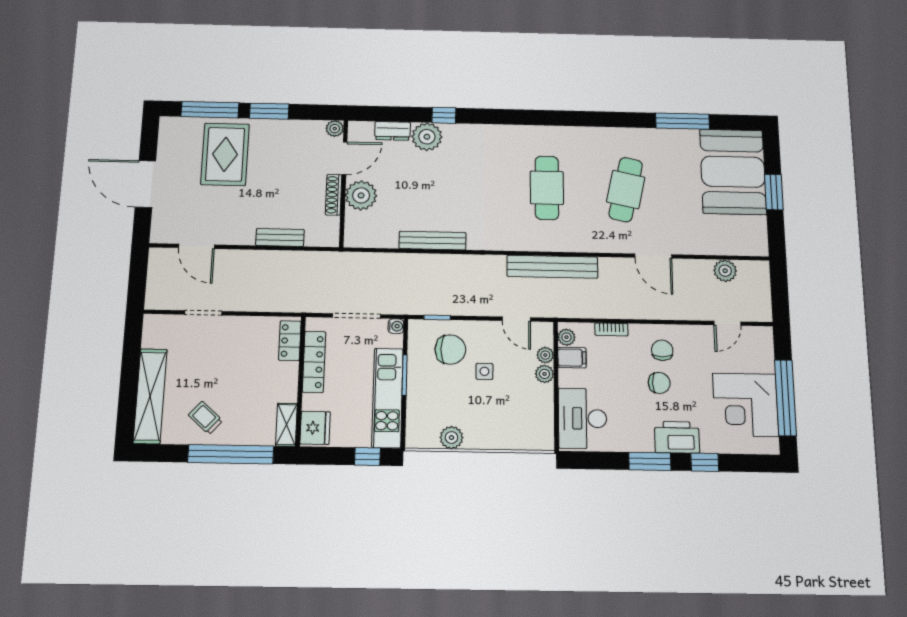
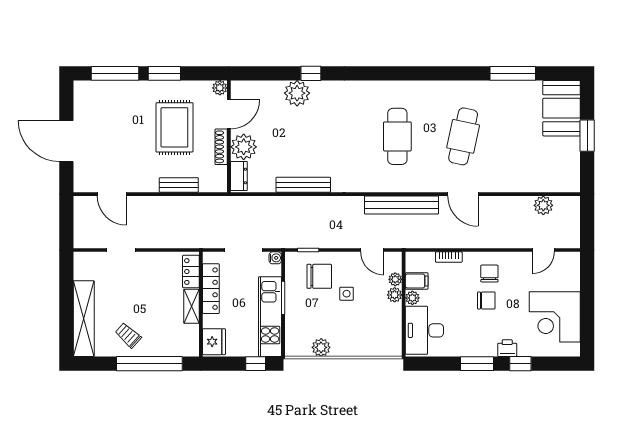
dresser: (393, 131) -> (239, 176), moved, turned -90
rug: (225, 154) -> (174, 127), moved
booth: (733, 172) -> (562, 108), width x0.73, depth x0.70
door: (653, 256) -> (463, 194), moved
plant: (566, 337) -> (412, 298), moved
window: (785, 398) -> (587, 311), removed
shelving: (286, 425) -> (191, 306), moved
printer: (677, 437) -> (507, 348), width x0.53, depth x0.68

